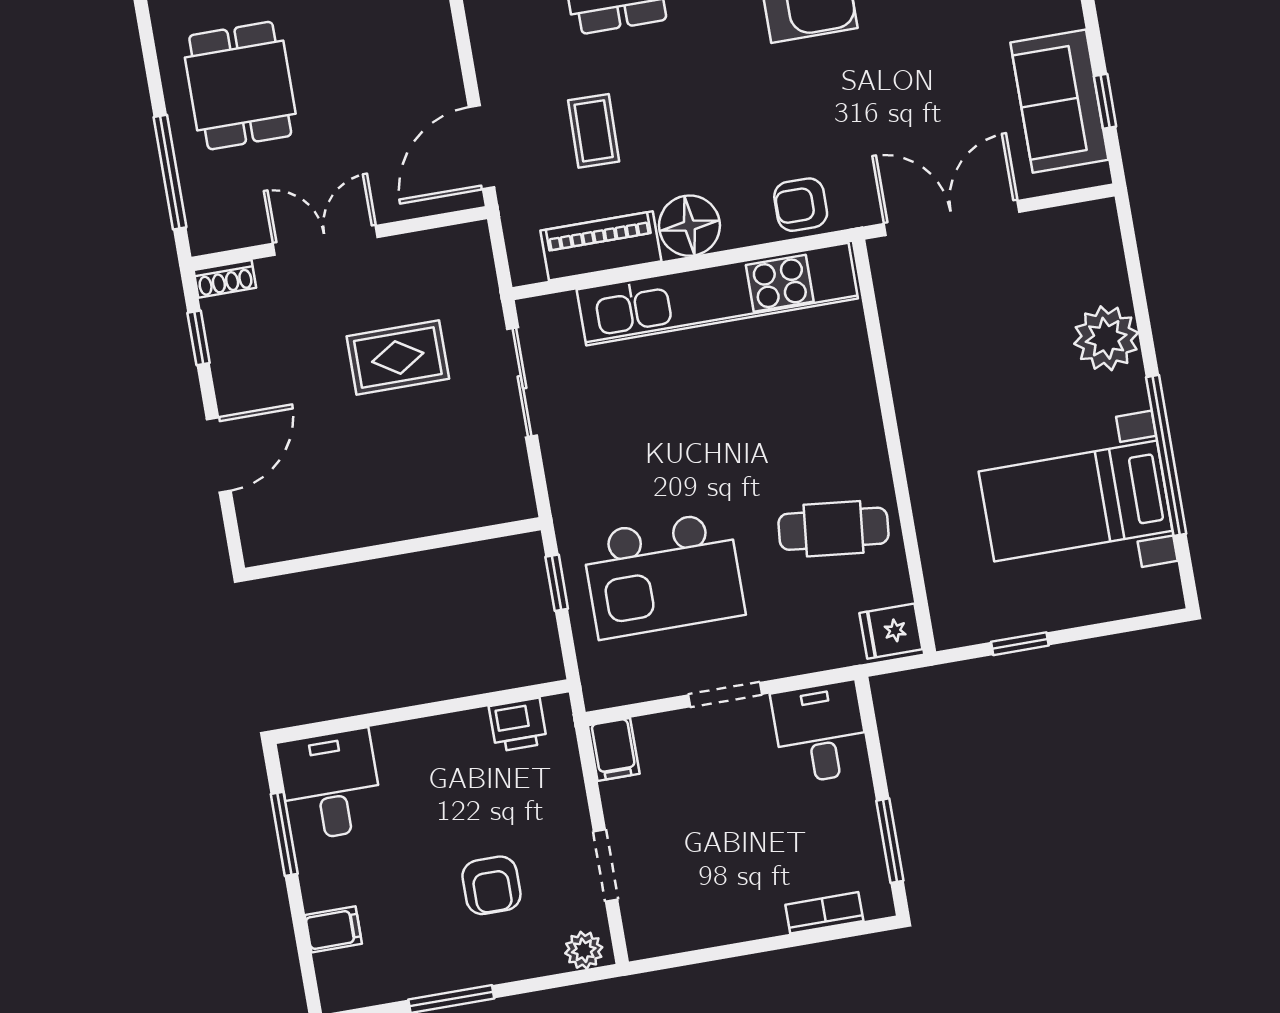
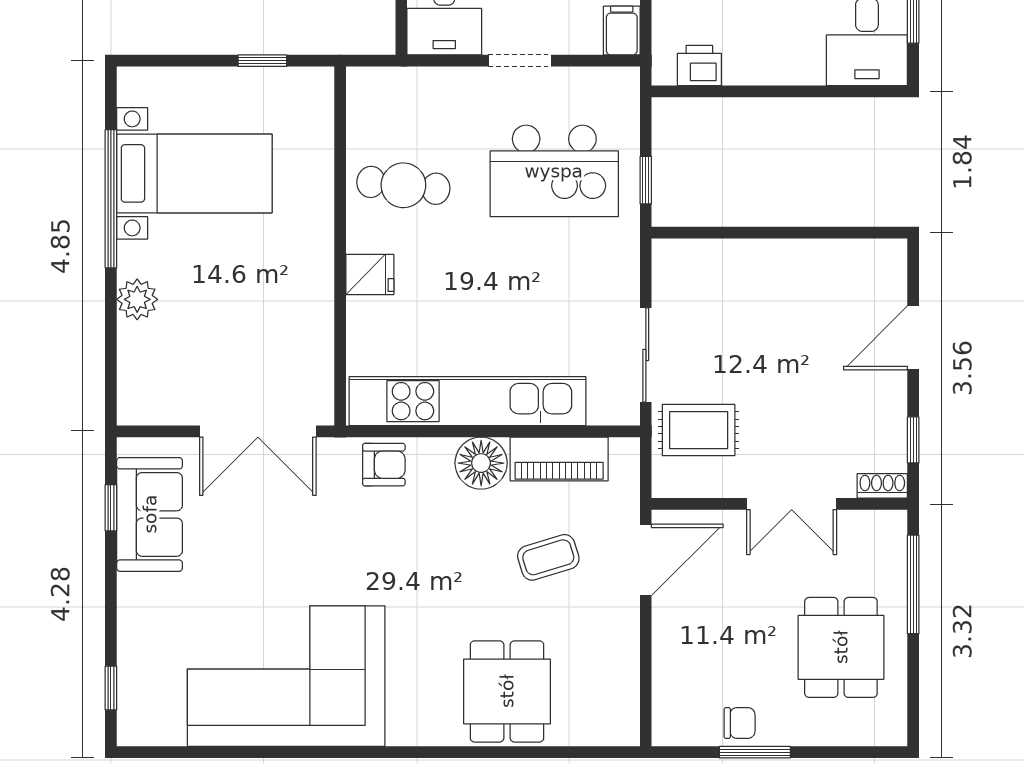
coffee table: (594, 131) -> (548, 557), turned 72
plant: (1106, 338) -> (137, 299), width x0.73, depth x0.73
rug: (398, 357) -> (699, 430), moved
kitchen island: (663, 575) -> (554, 171), turned 180
fridge: (891, 631) -> (370, 275), moved

